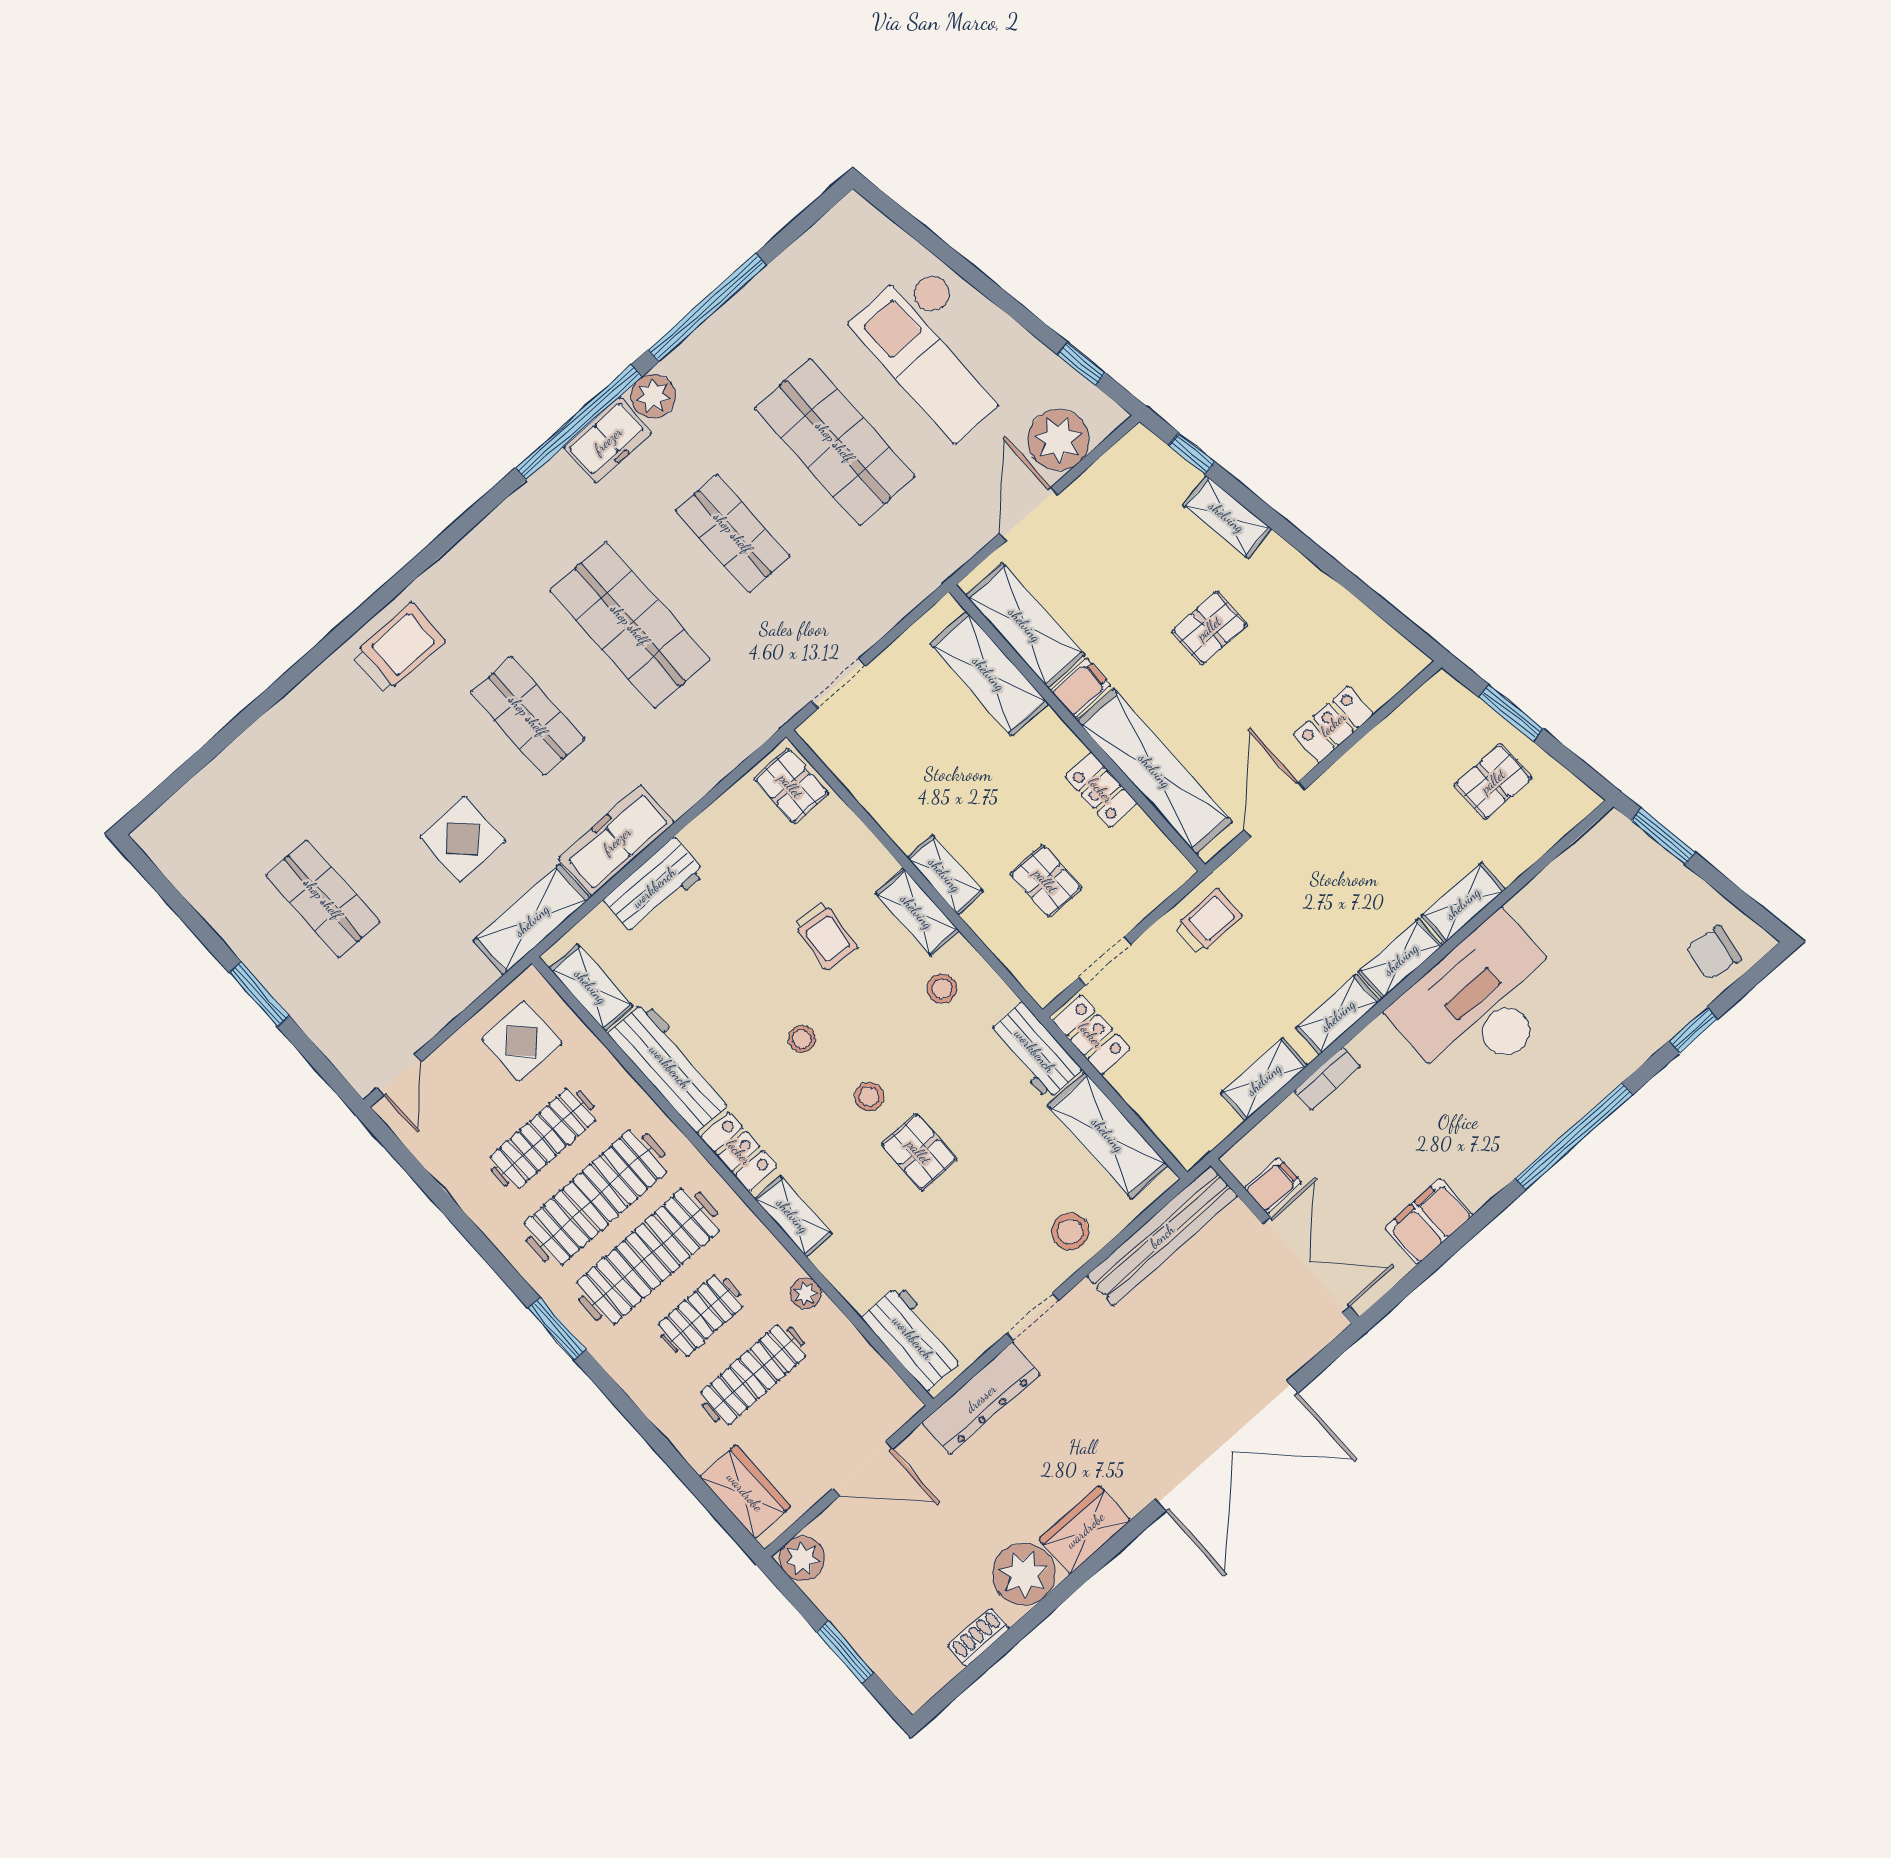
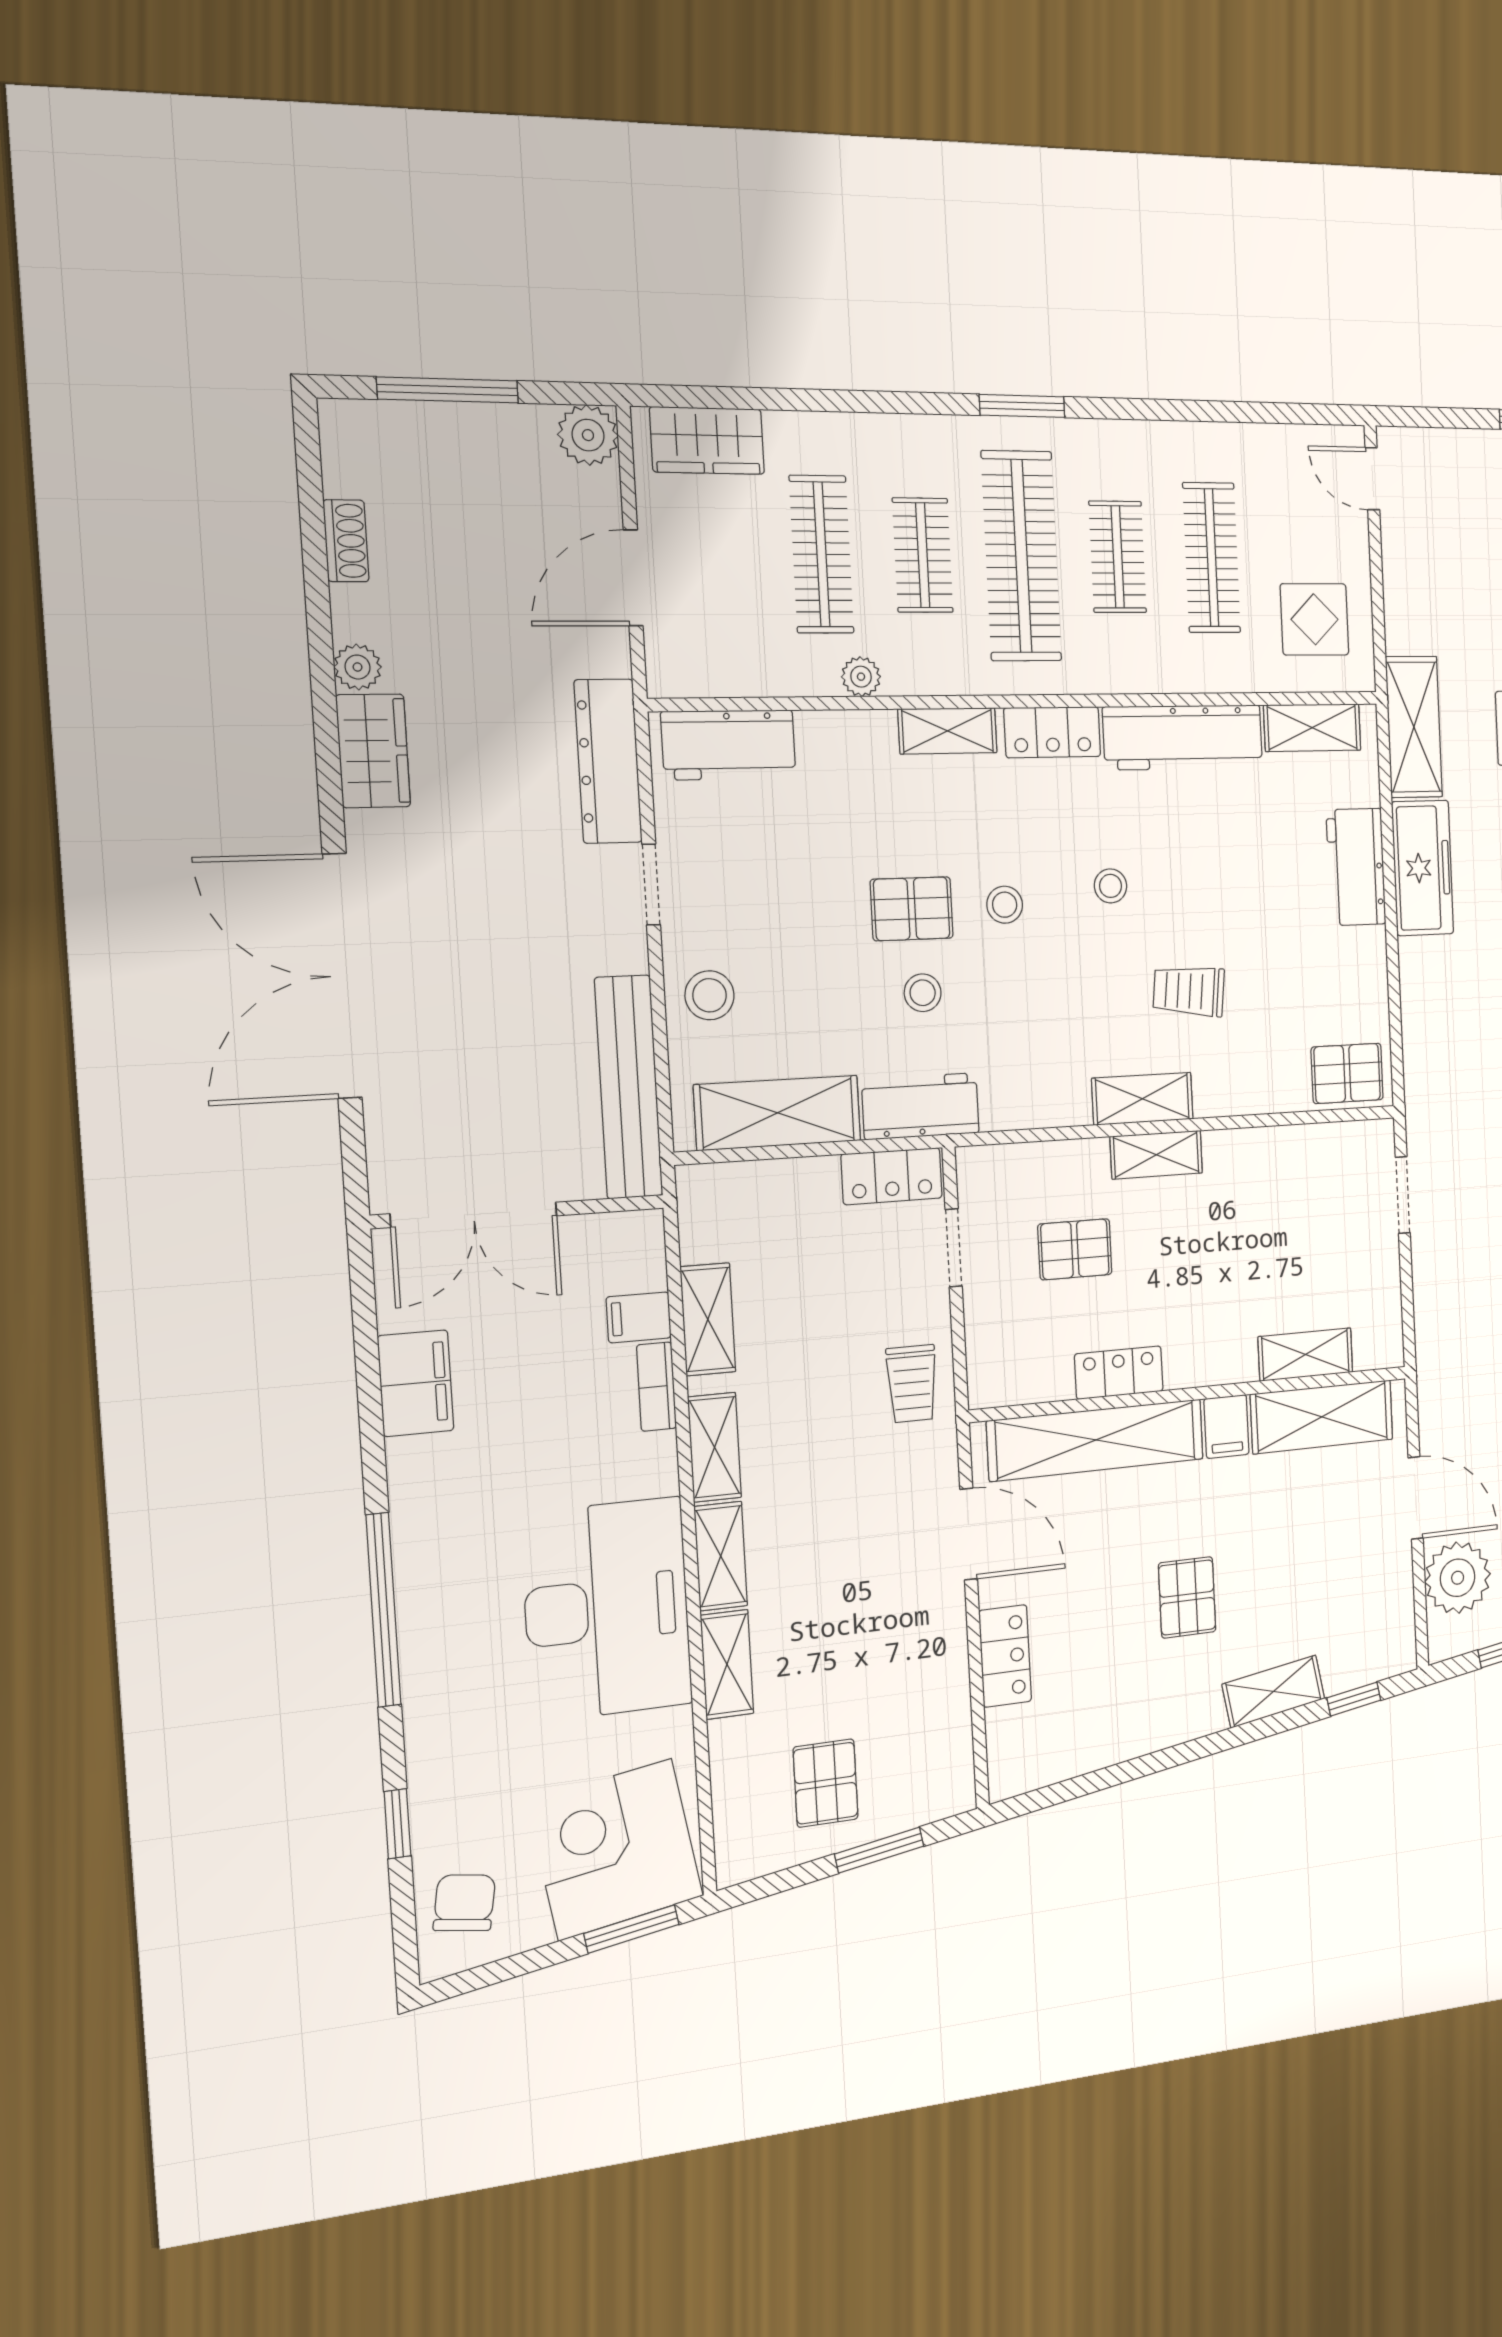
shelving: (989, 674) -> (1305, 1355), width x0.67, depth x0.75
corner desk: (1622, 885) -> (615, 1849), added
stool: (942, 989) -> (923, 993), moved
filing cabinet: (1273, 1185) -> (639, 1317), moved, turned 90
clothes rail: (595, 1197) -> (1118, 557), width x0.54, depth x0.76
plant: (1024, 1574) -> (358, 667), width x0.53, depth x0.53
window: (845, 1652) -> (448, 390), width x1.44

